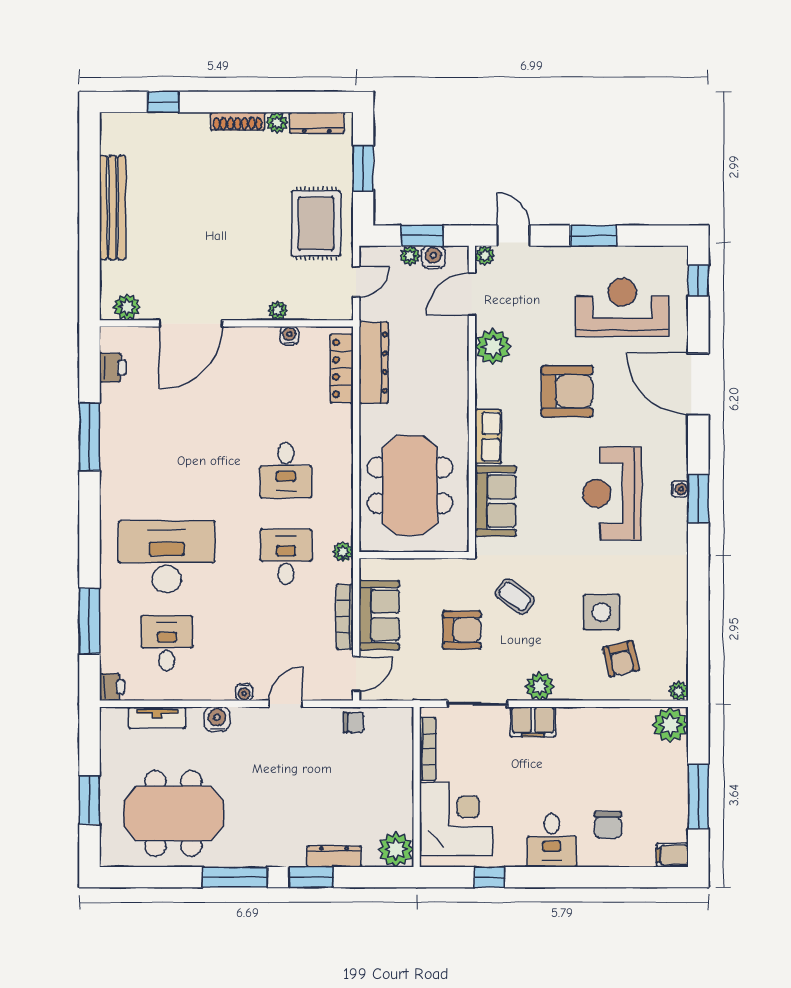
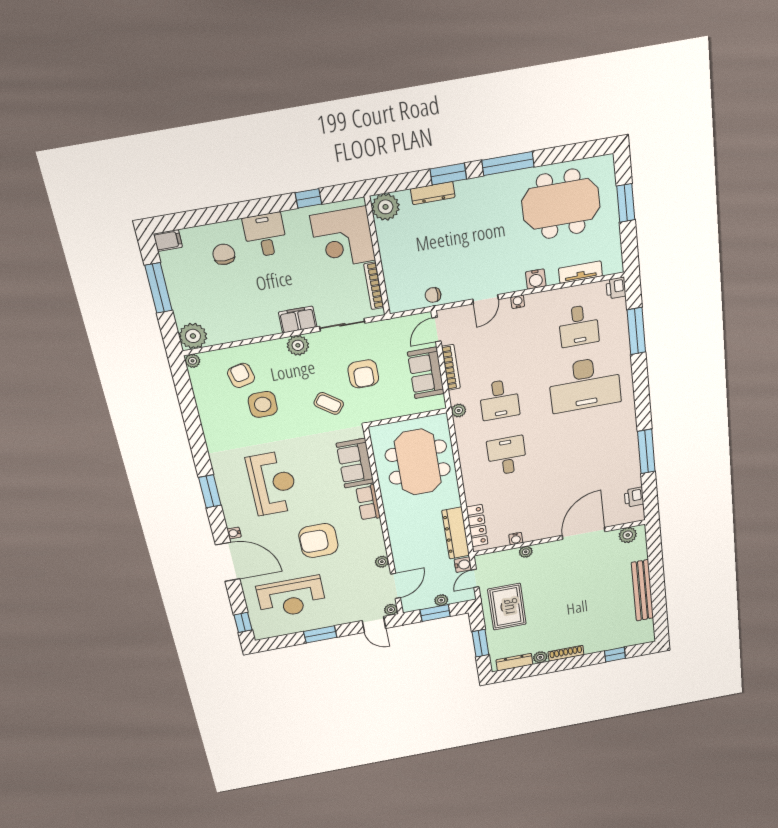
water cooler: (433, 257) -> (463, 565), moved, turned -90
plant: (493, 347) -> (382, 562), width x0.53, depth x0.53
water cooler: (680, 489) -> (234, 533), moved
armchair: (462, 630) -> (363, 374), turned -90

